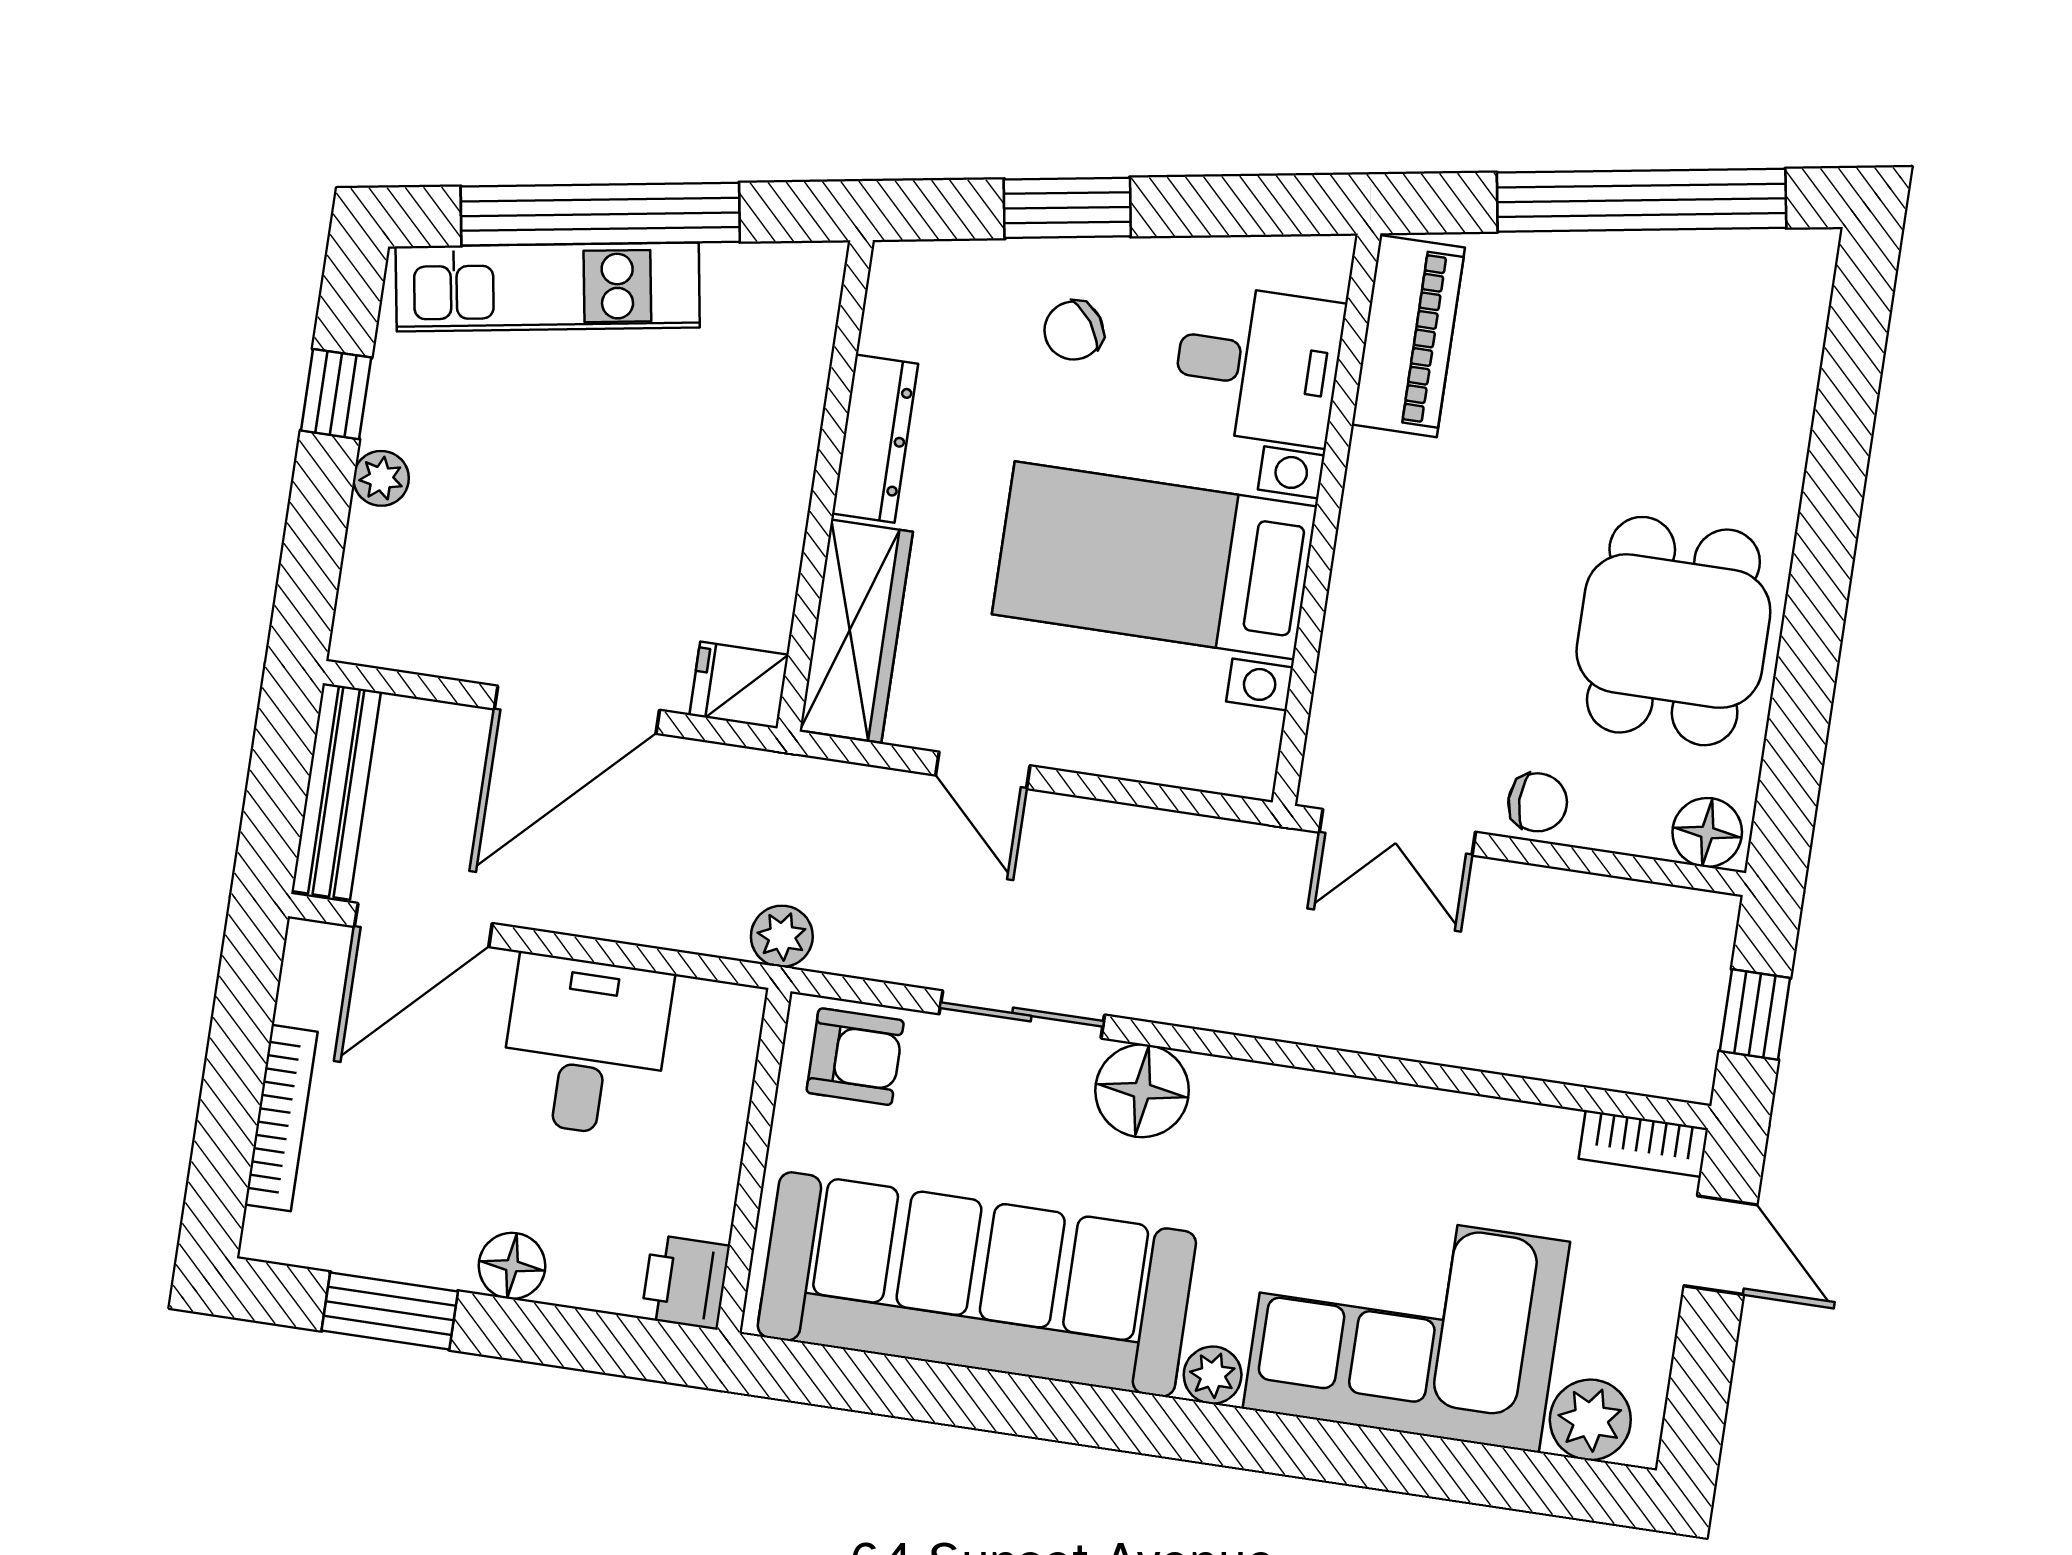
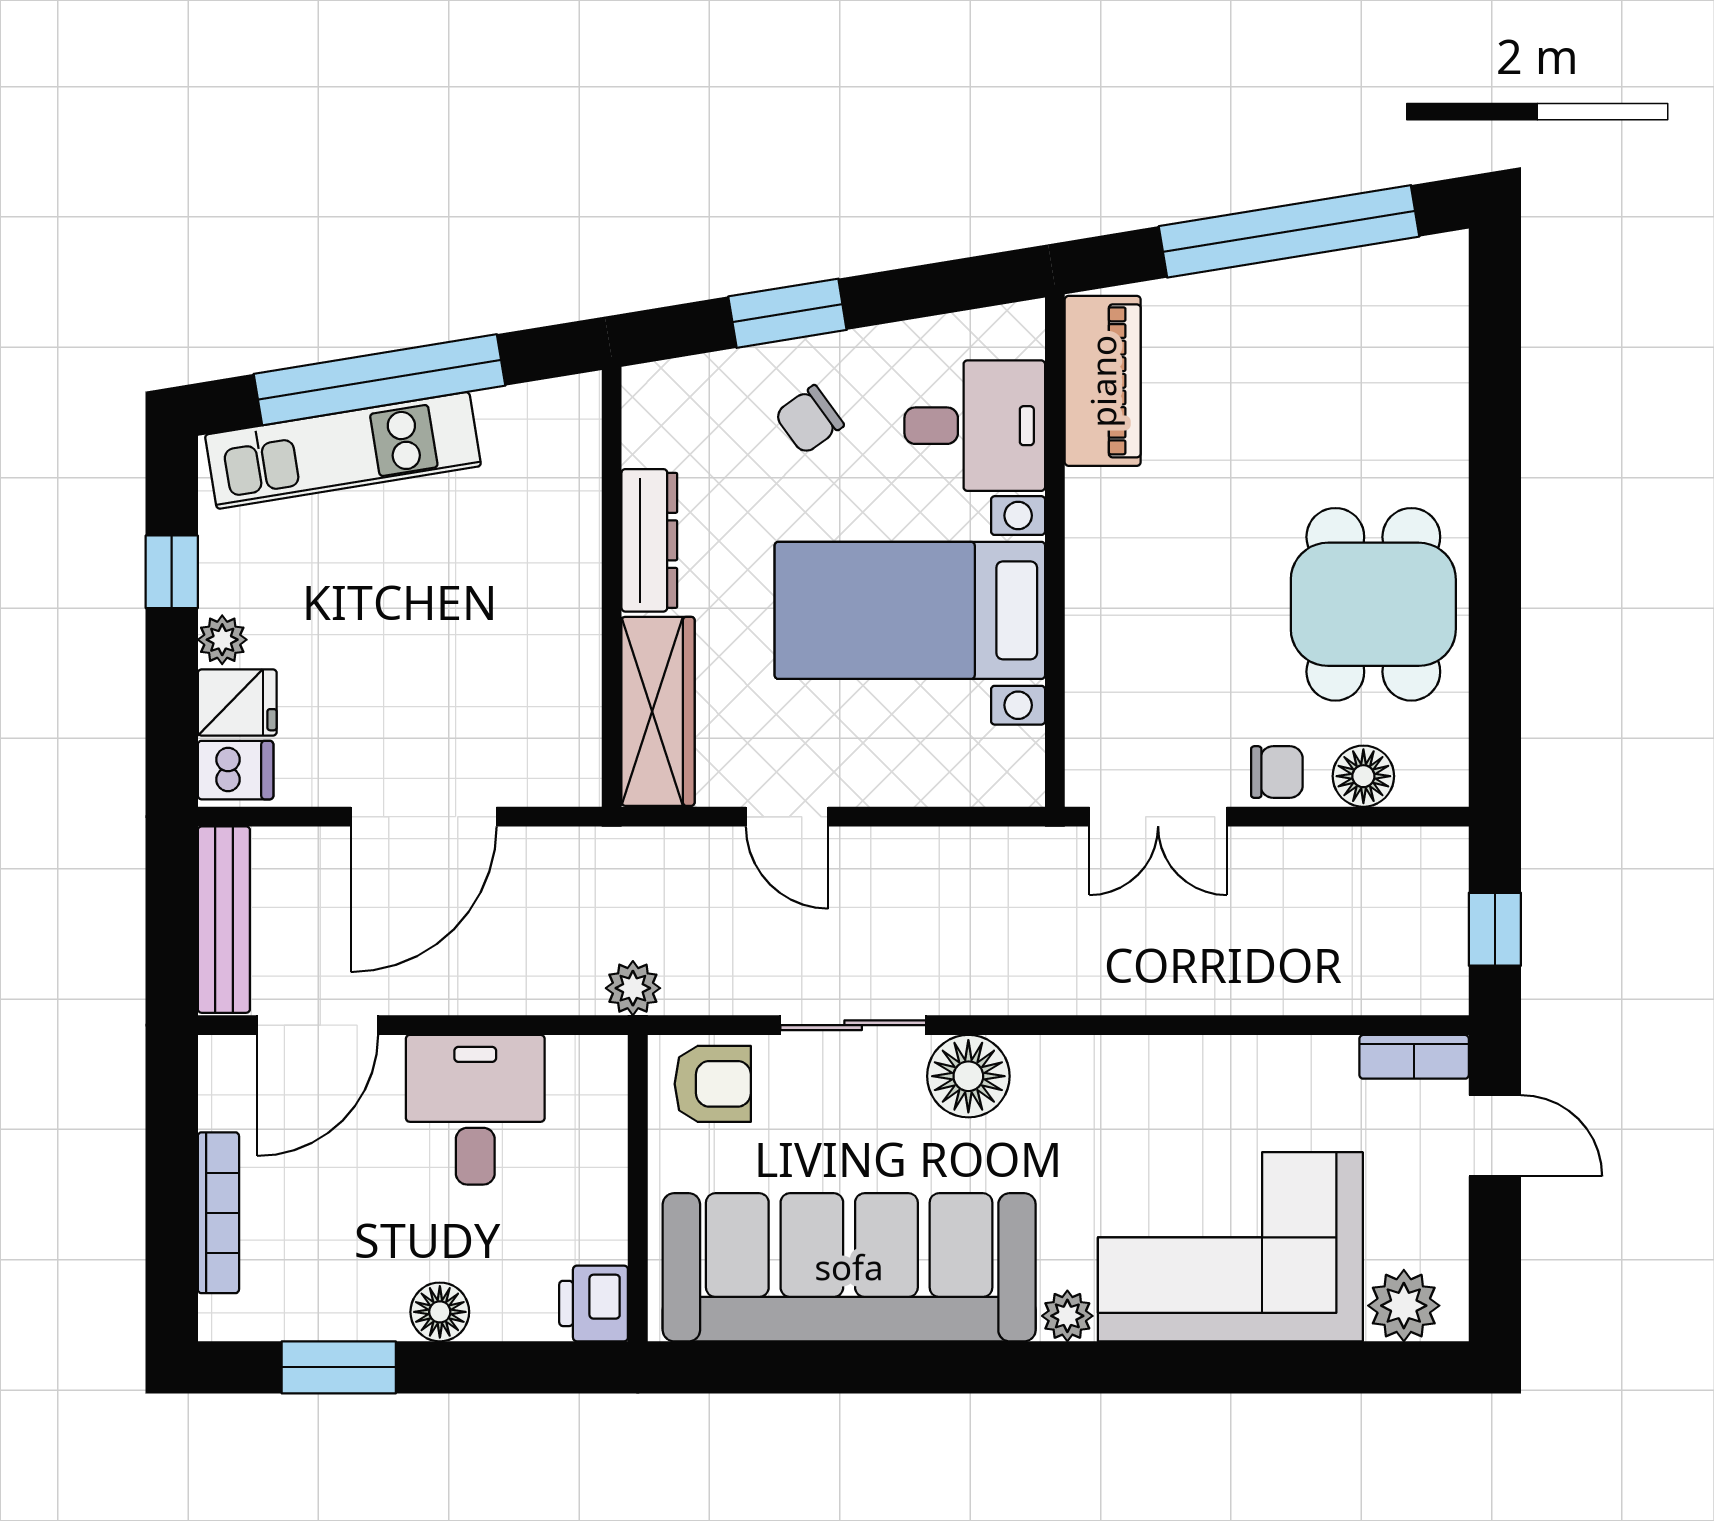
dishwasher: (374, 626) -> (236, 770), added
fridge: (739, 685) -> (237, 702), moved, turned 180
floor lamp: (1707, 832) -> (1363, 776), moved

